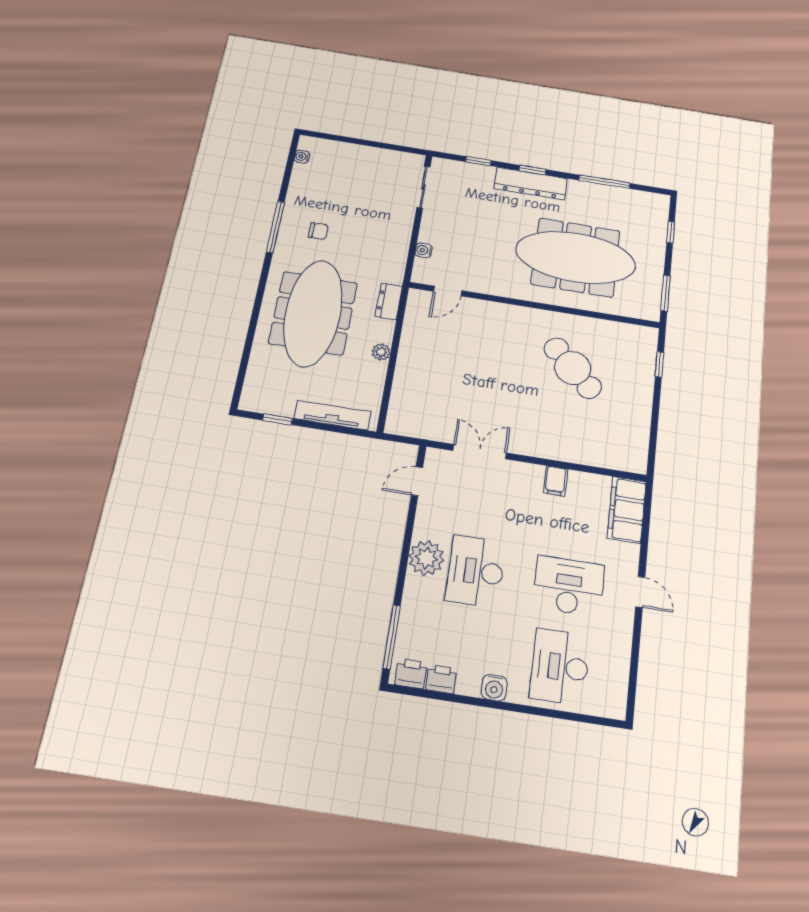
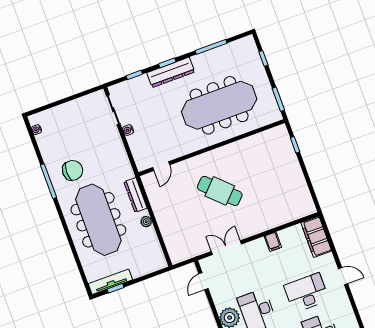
chair: (318, 231) -> (73, 170), width x1.87, depth x1.87
water cooler: (424, 250) -> (128, 130), moved
dresser: (389, 301) -> (135, 195), width x1.44
cafe table: (573, 368) -> (220, 191), moved
tv unit: (332, 415) -> (110, 282), moved

